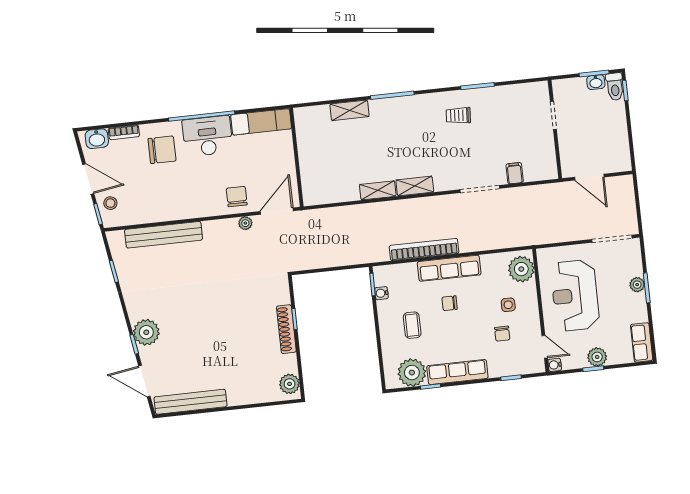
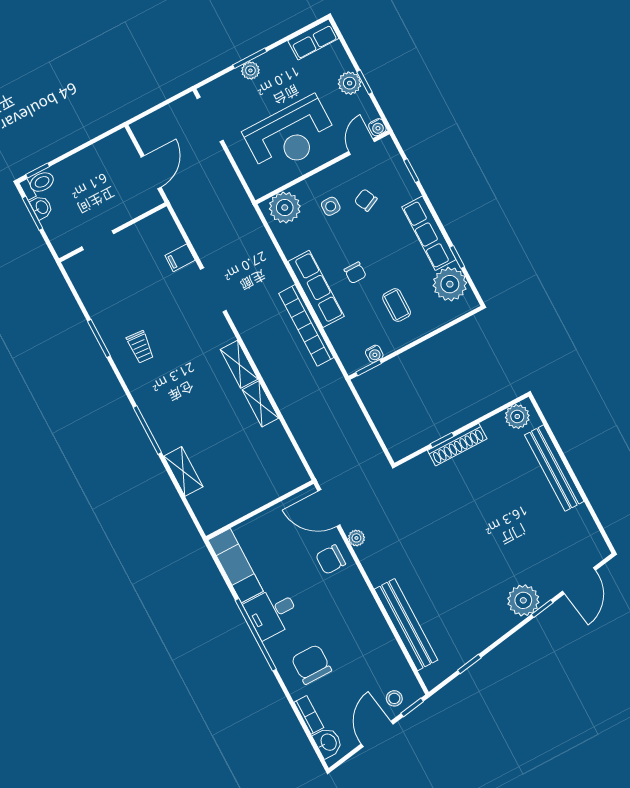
desk: (207, 136) -> (272, 612), width x0.73
coffee table: (412, 325) -> (397, 305), turned 90
chair: (502, 334) -> (366, 200), turned -115
bench: (190, 402) -> (554, 468), moved

